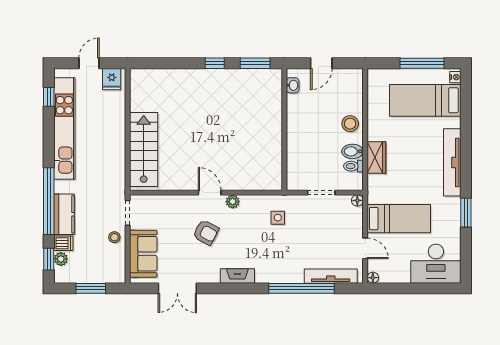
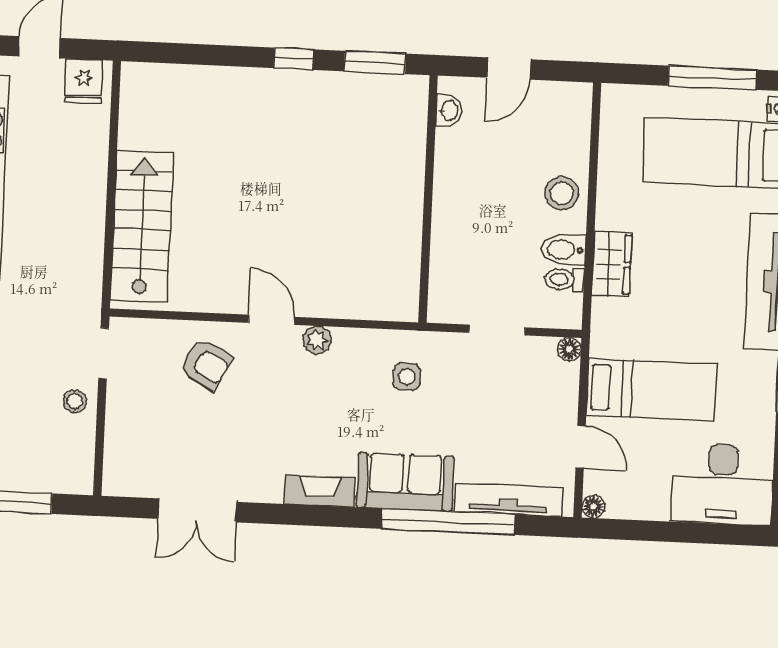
armchair: (206, 232) -> (206, 364), moved
sofa: (143, 254) -> (405, 482), moved, turned -90

